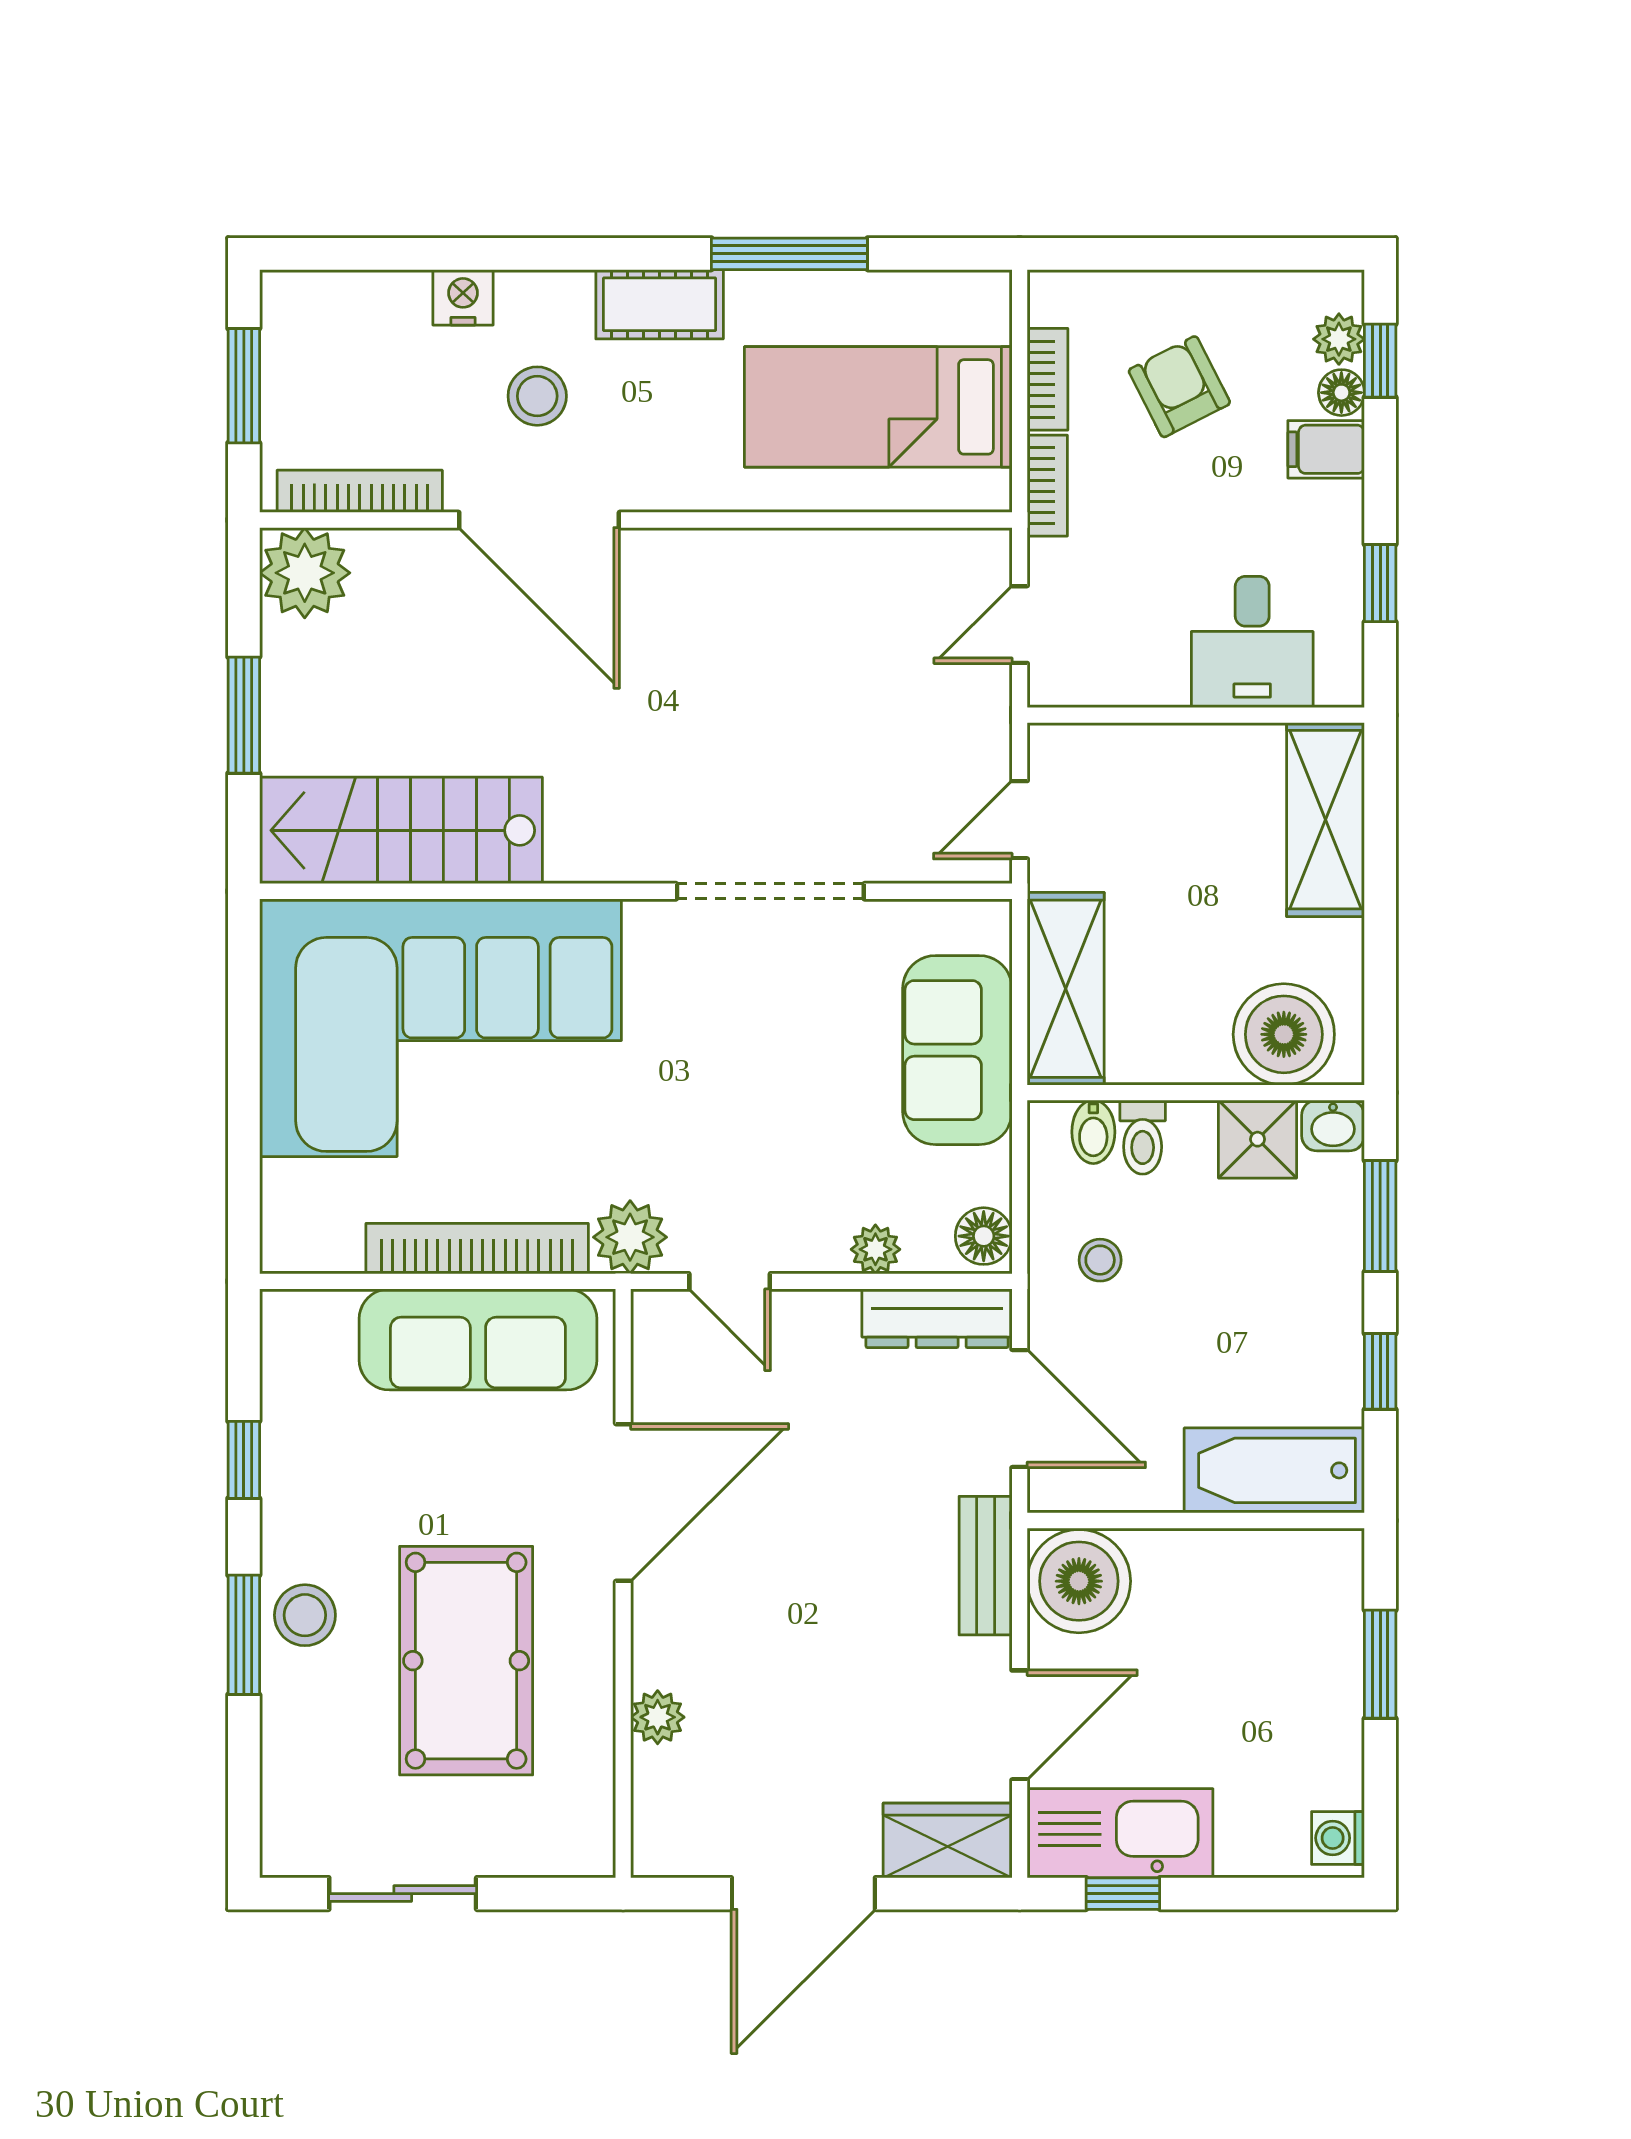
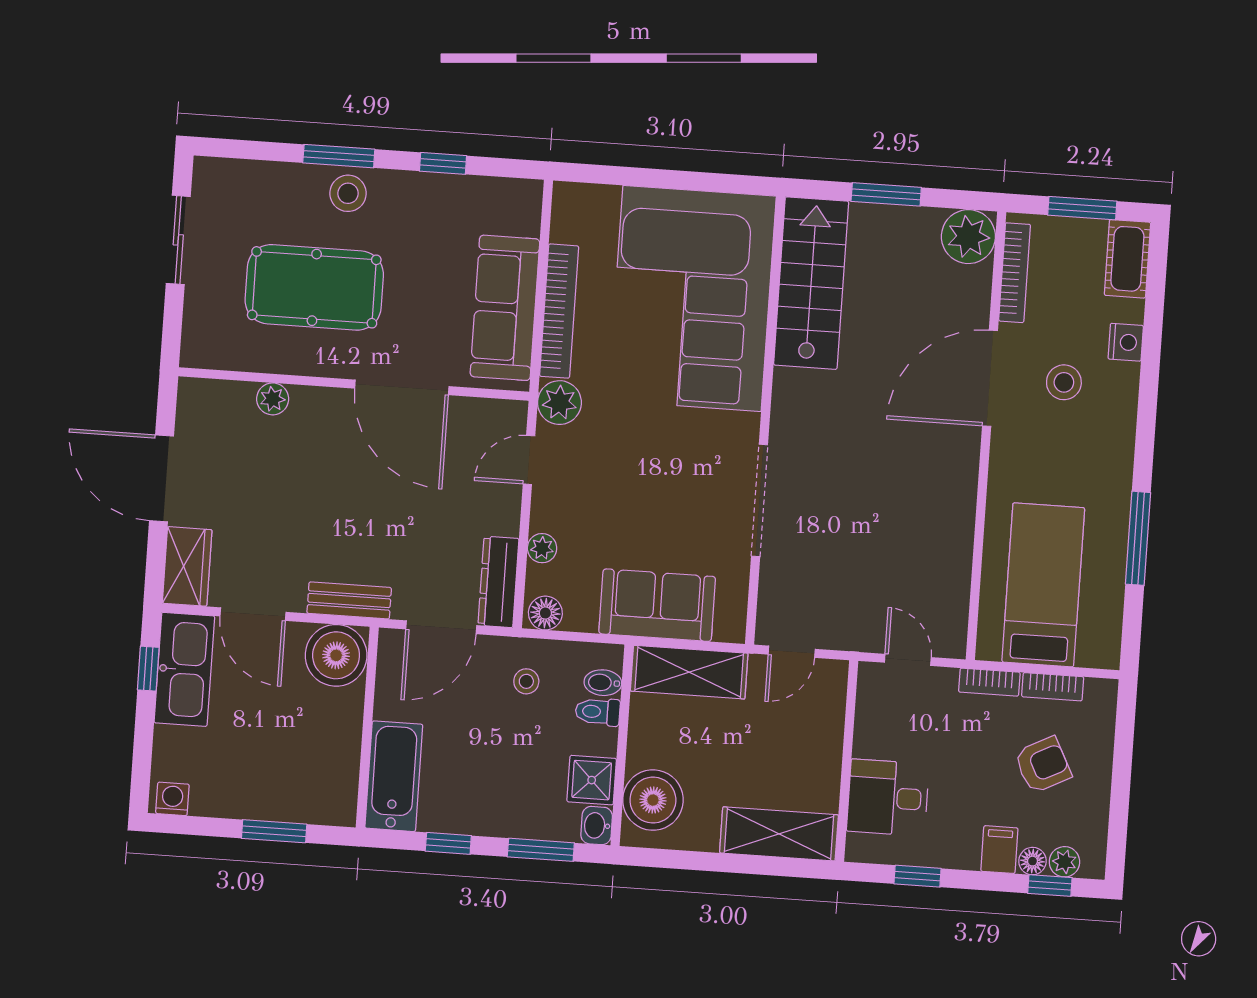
cot: (660, 304) -> (1127, 259), moved
door: (1020, 820) -> (792, 652), swing flipped

